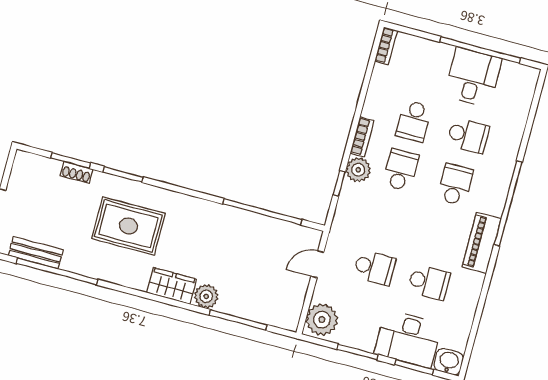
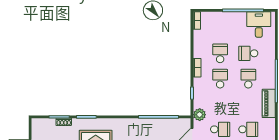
desk: (473, 77) -> (259, 25), moved
school desk: (414, 121) -> (220, 53), turned 180
school desk: (468, 136) -> (248, 53), turned 180
plant: (358, 170) -> (200, 115), moved

